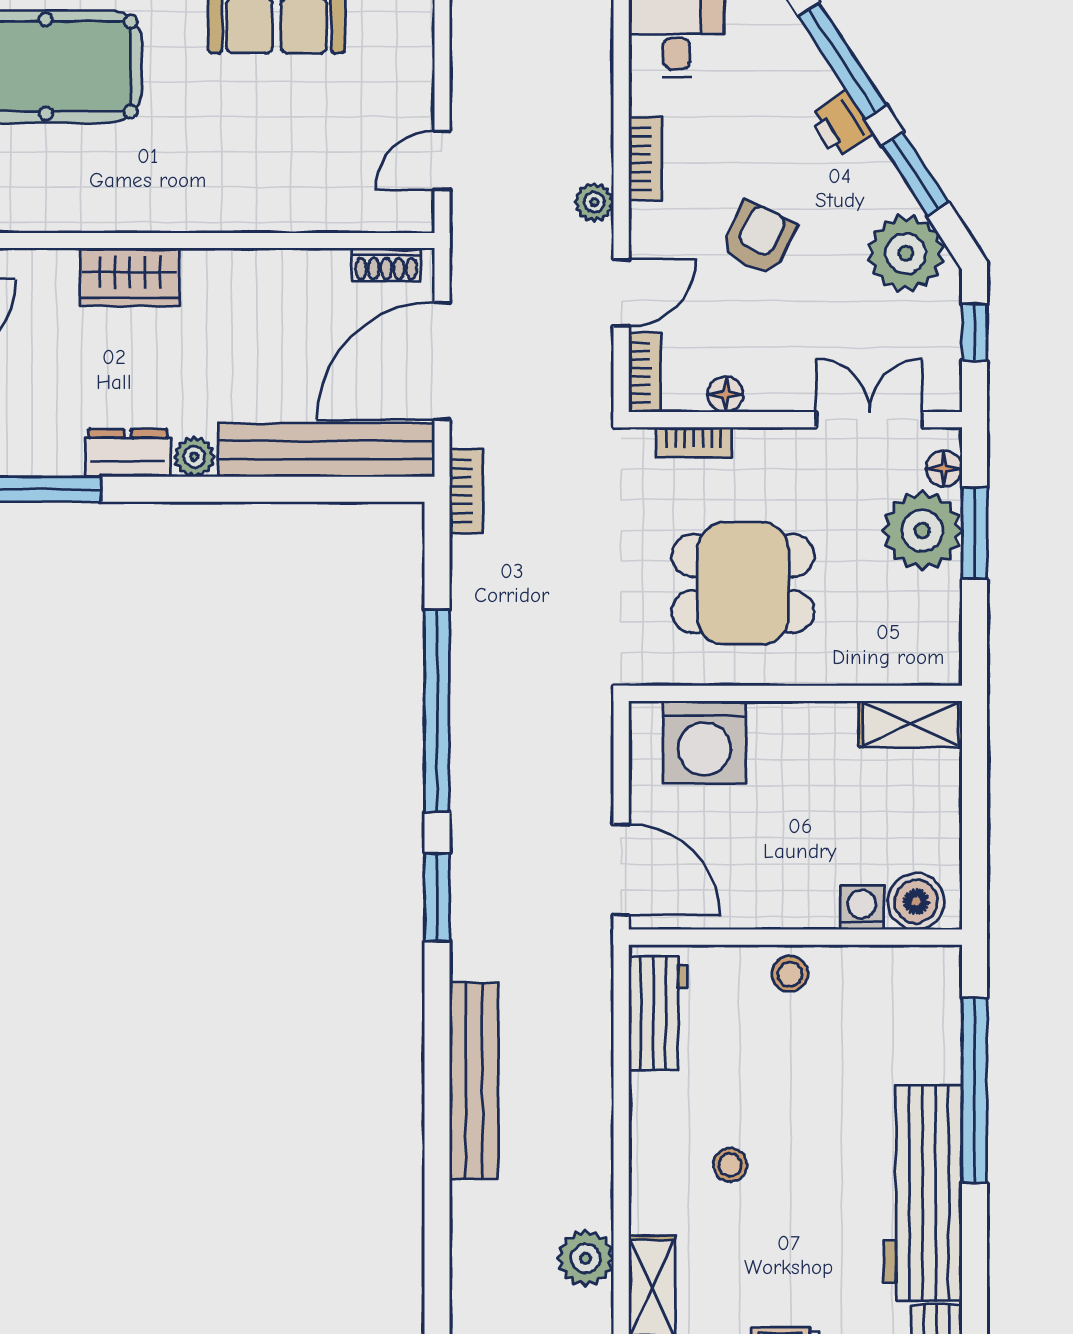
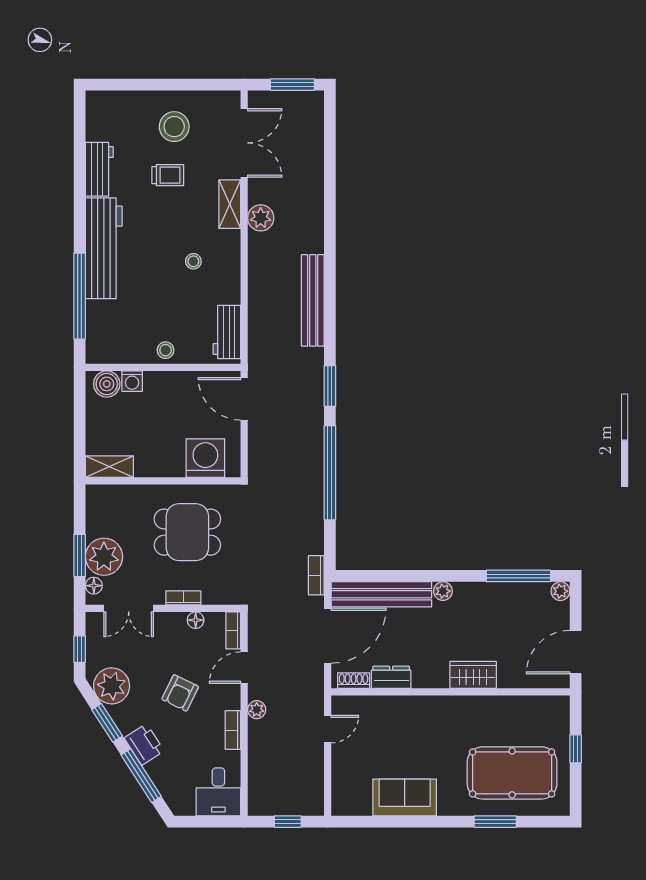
printer: (841, 125) -> (144, 744), width x1.36, depth x1.24
bookcase: (694, 442) -> (183, 598), moved
dresser: (128, 453) -> (391, 677), moved, turned 180

